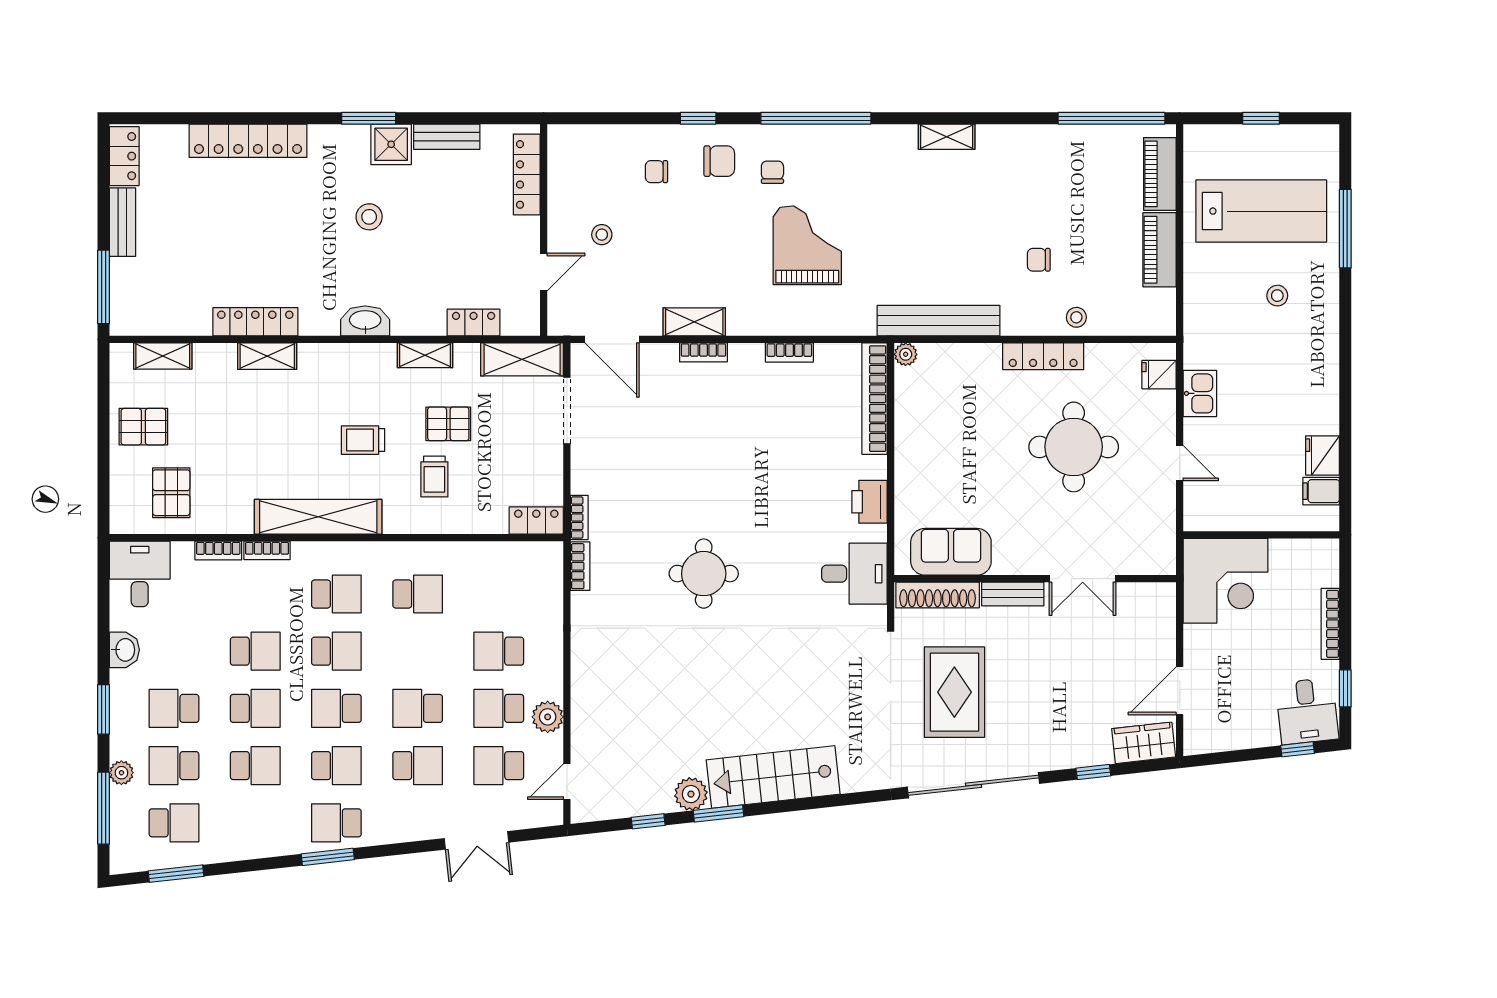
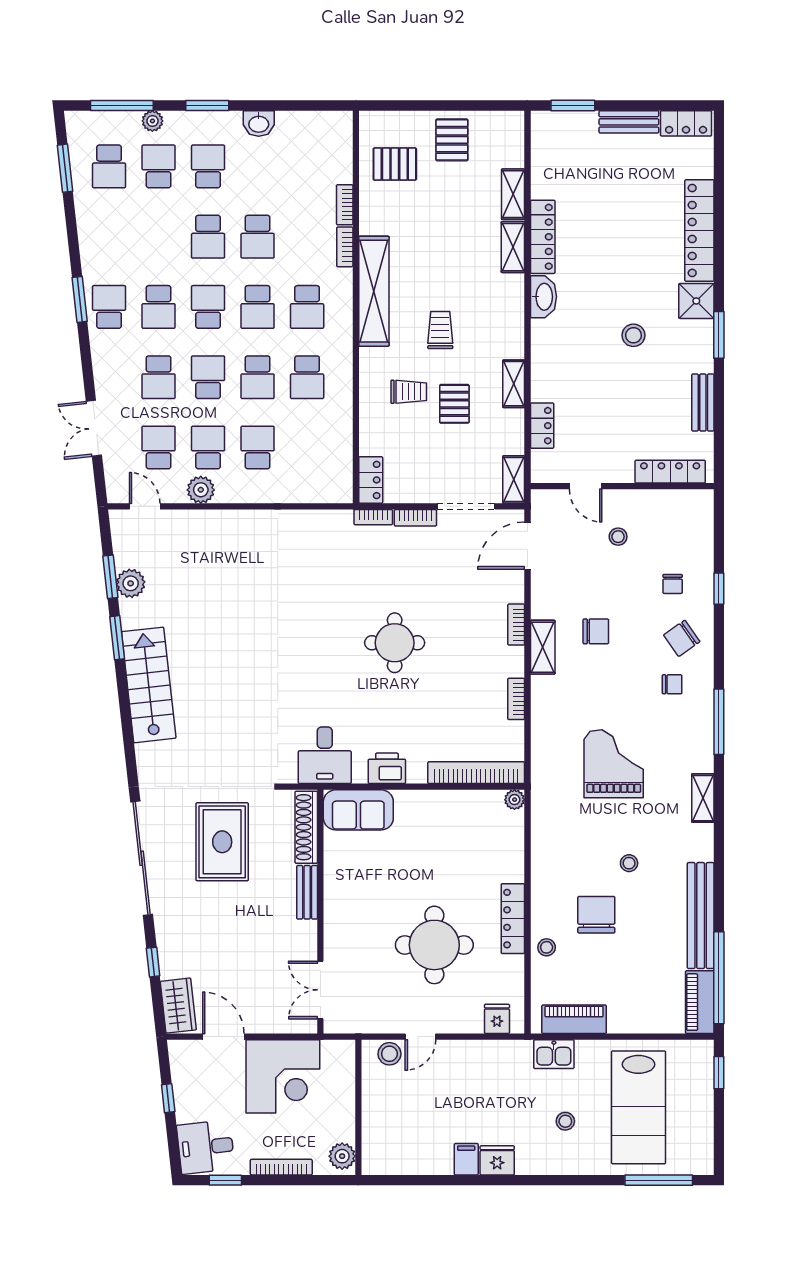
window: (698, 118) -> (719, 589), moved
window: (816, 118) -> (719, 722), width x0.68
window: (1261, 118) -> (719, 1073), moved
shelving: (947, 137) -> (703, 798), moved
shower: (391, 144) -> (696, 301), moved
chair: (719, 161) -> (682, 638), turned 55
chair: (656, 172) -> (673, 584), turned 180
piano: (1160, 174) -> (700, 1002), moved, turned -90
stool: (979, 222) -> (629, 863), added
window: (1345, 229) -> (659, 1180), moved
grand piano: (807, 245) -> (614, 764), moved, turned -90
piano: (1159, 250) -> (574, 1019), moved
chair: (711, 260) -> (596, 631), added
chair: (1039, 260) -> (596, 915), width x1.87, depth x1.87
window: (104, 287) -> (573, 105), width x0.69
washbasin: (365, 321) -> (543, 297), moved
bench: (938, 321) -> (701, 916), moved
shelving: (694, 322) -> (543, 647), moved
shelving: (163, 356) -> (513, 194), moved
shelving: (522, 359) -> (514, 480), width x0.67, depth x0.75
kitchen sink: (1200, 393) -> (554, 1054), moved
fridge: (1323, 455) -> (497, 1160), moved
trolley: (434, 477) -> (409, 392), turned 180
filing cabinet: (1321, 491) -> (466, 1159), moved
stool: (1199, 499) -> (389, 1054), added
sofa: (951, 552) -> (358, 810), moved, turned 90
plant: (1318, 554) -> (342, 1156), added
bookcase: (580, 566) -> (415, 518), moved
desk: (140, 574) -> (324, 137), removed
round table: (704, 574) -> (395, 643), moved
double door: (1083, 579) -> (320, 990), moved
corner desk: (1225, 581) -> (283, 1076), moved, turned -90
rug: (954, 692) -> (222, 842), turned 90
window: (1297, 749) -> (168, 1098), moved
school desk: (255, 766) -> (258, 377), moved
plant: (691, 794) -> (131, 583), moved
window: (648, 821) -> (110, 577), width x1.50

